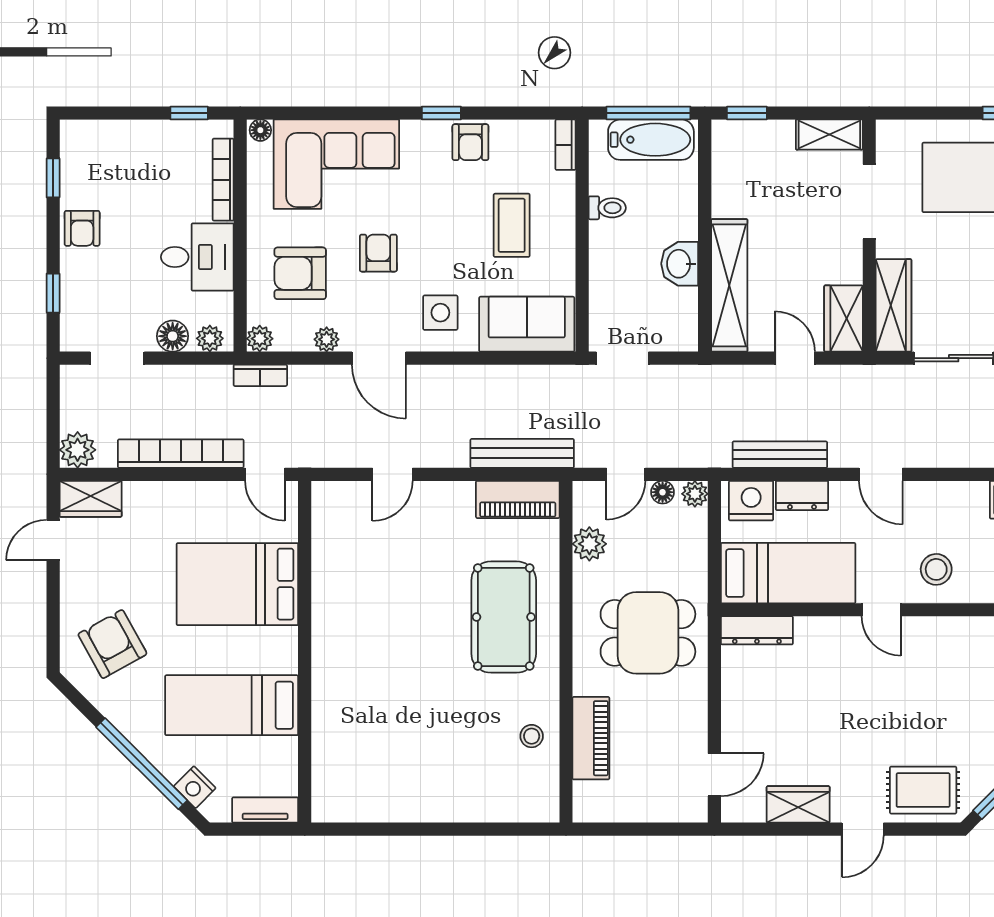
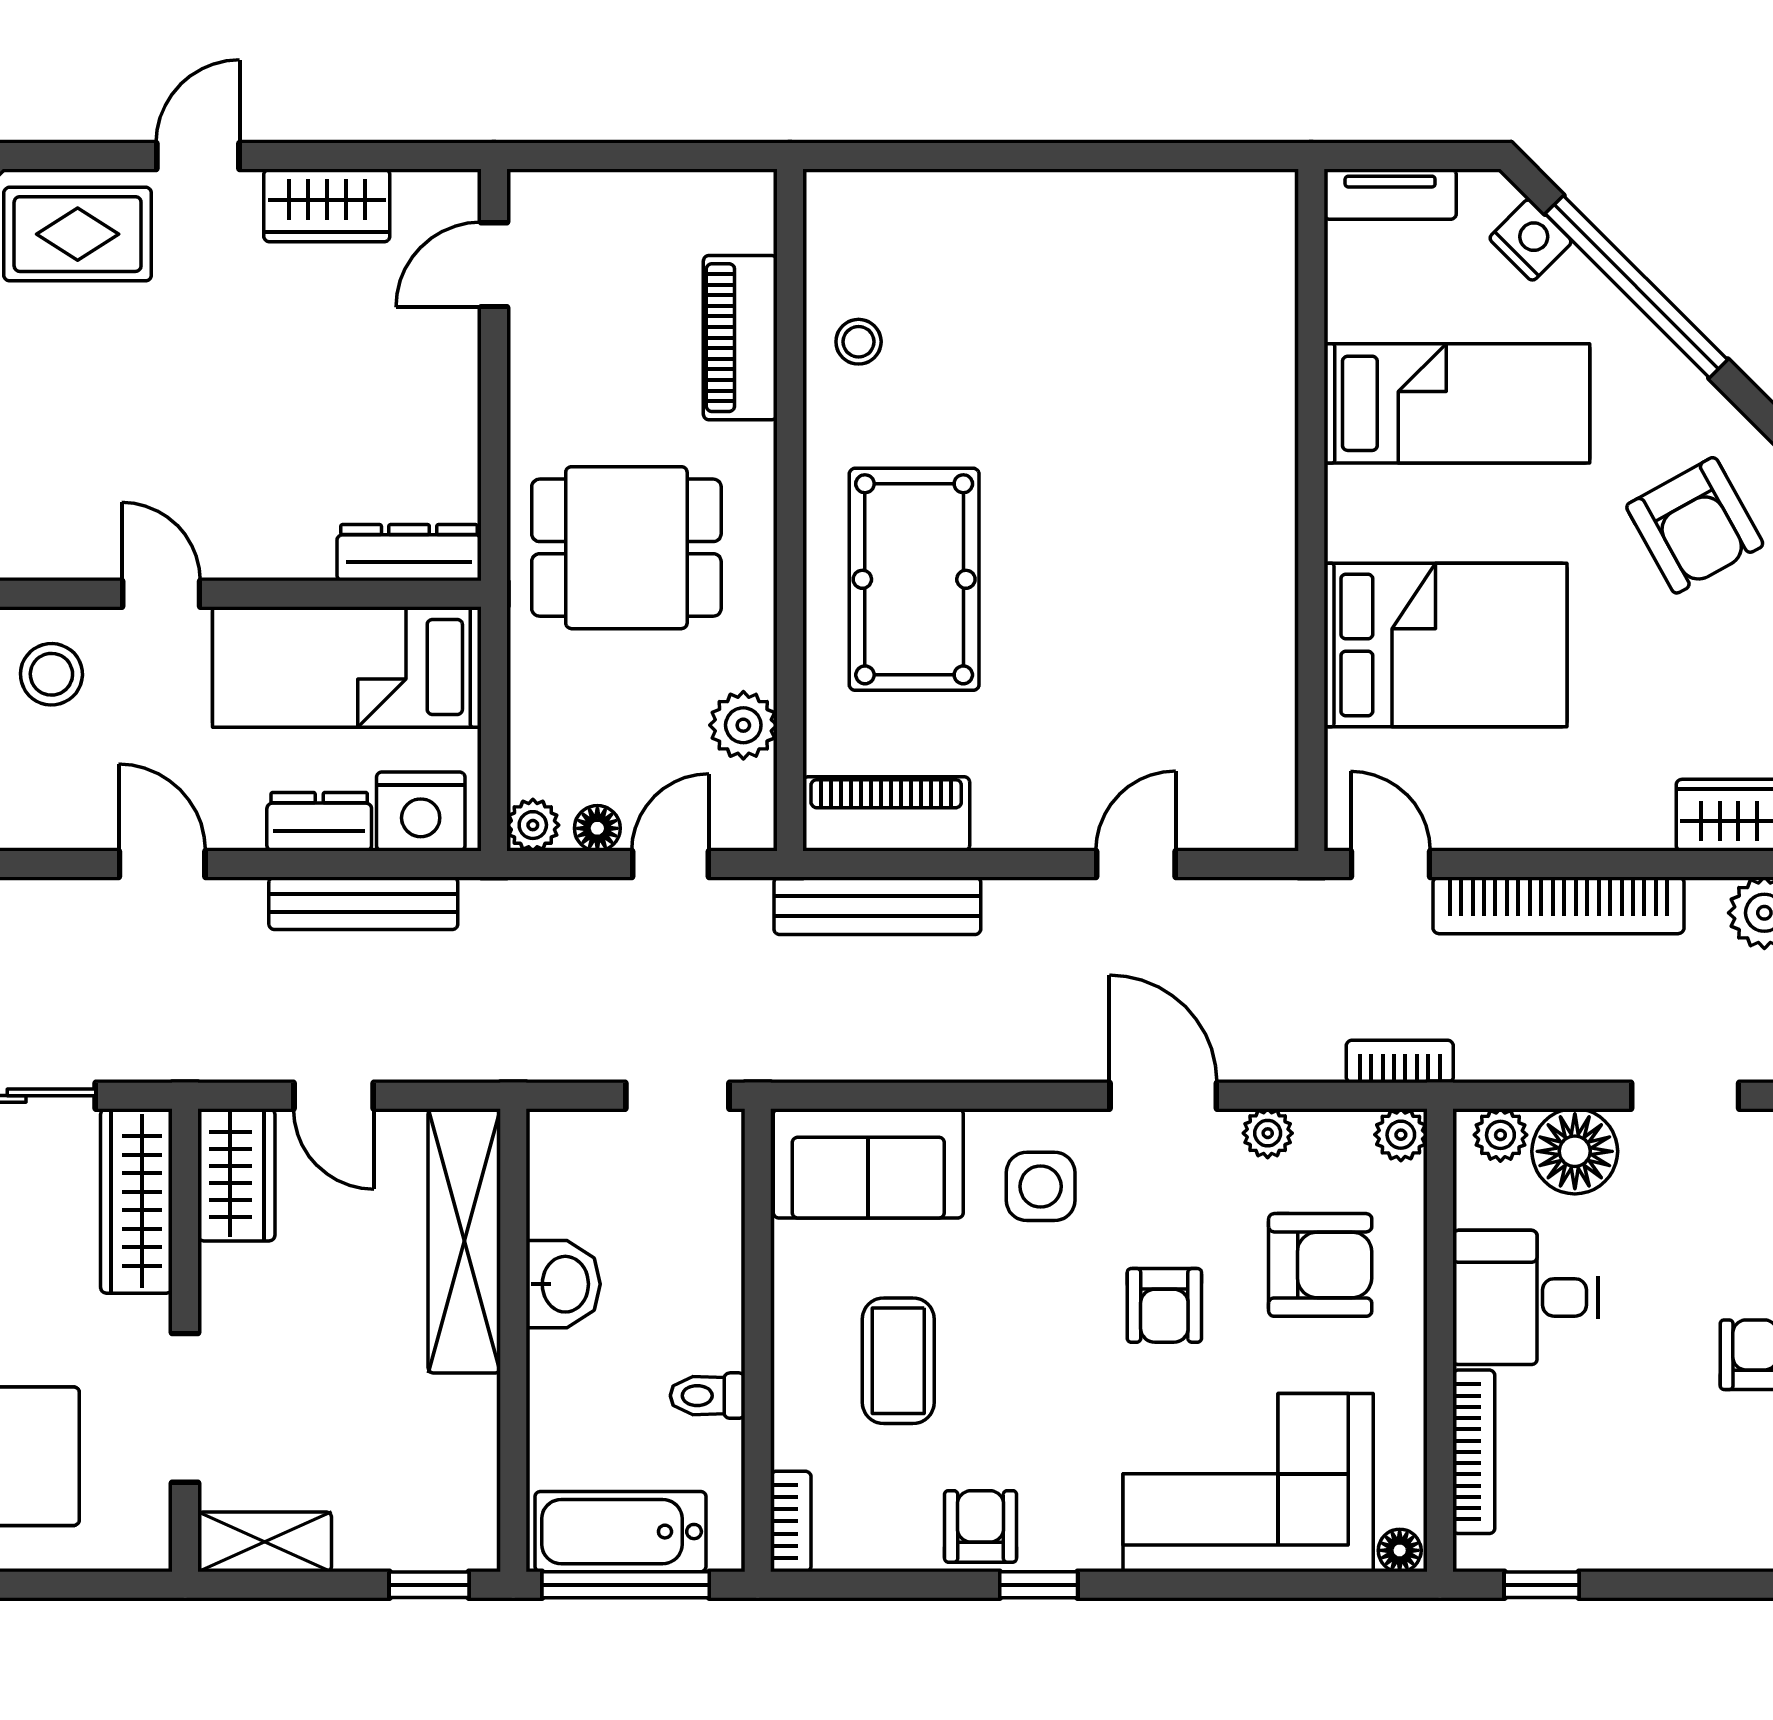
floor lamp: (173, 336) -> (1575, 1151), width x1.38, depth x1.38

